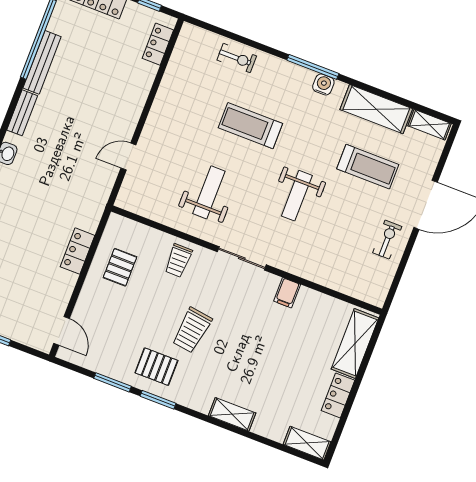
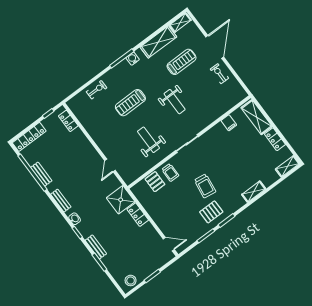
bench: (42, 62) -> (41, 174), width x0.73
shower: (84, 208) -> (121, 200), added
pallet: (120, 267) -> (155, 182), moved
filing cabinet: (287, 293) -> (229, 123), moved

